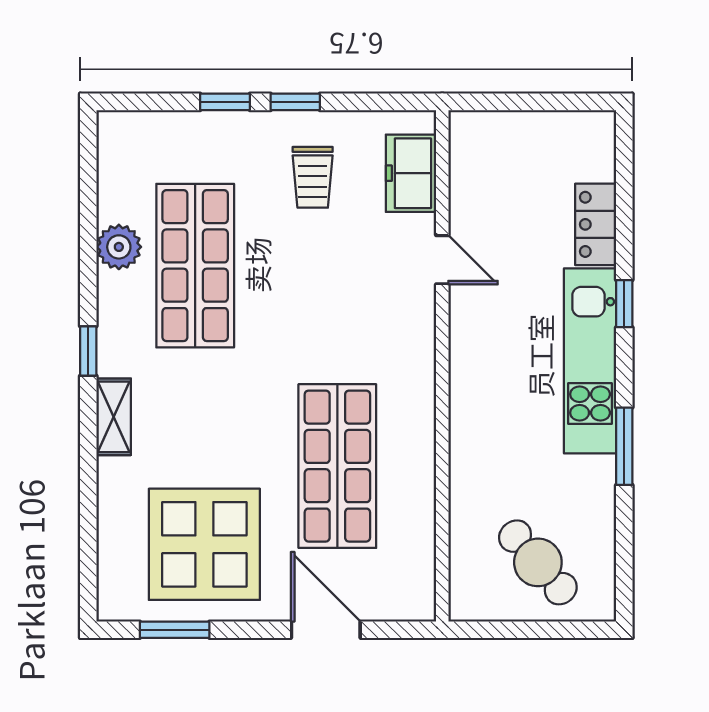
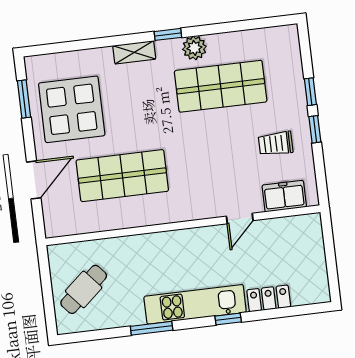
plant: (119, 247) -> (194, 48), moved

